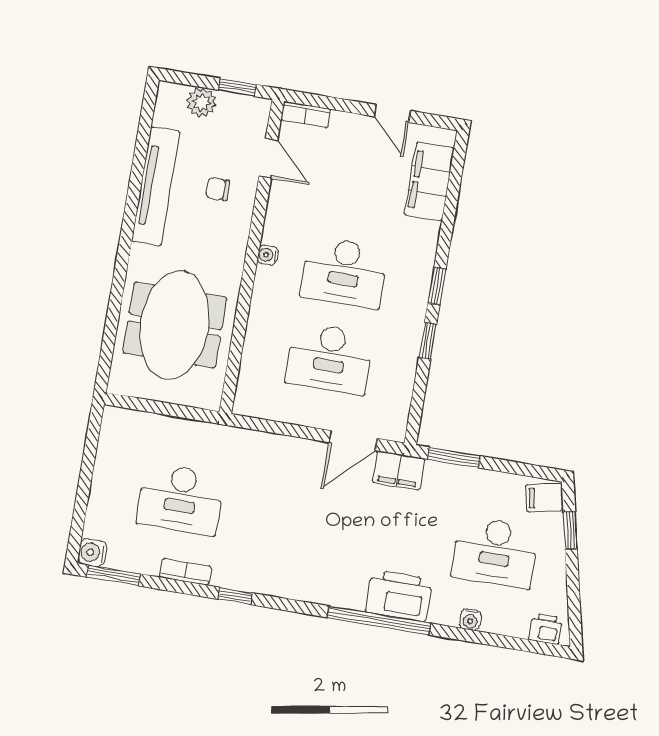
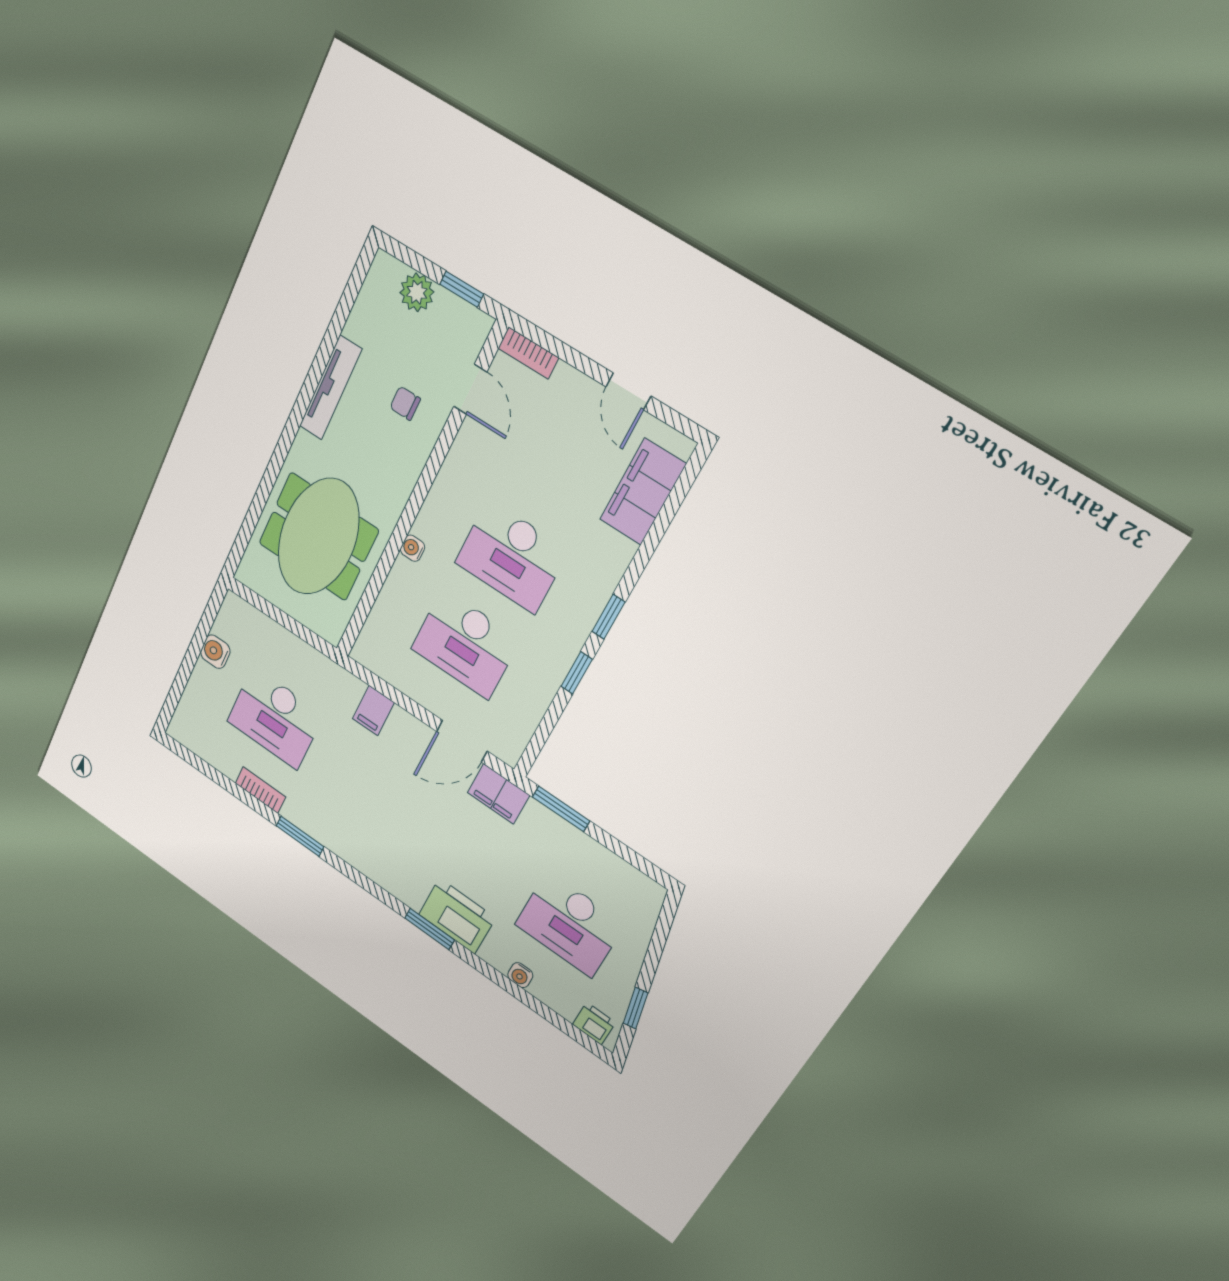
tv unit: (156, 186) -> (331, 388), width x0.73, depth x0.78
water cooler: (268, 255) -> (413, 548), moved
filing cabinet: (544, 497) -> (373, 711), moved, turned -77
window: (570, 530) -> (636, 1008), moved
water cooler: (92, 552) -> (215, 652), moved
window: (113, 575) -> (194, 760), removed
window: (235, 596) -> (300, 836), width x1.50
window: (379, 620) -> (430, 929), width x0.47

